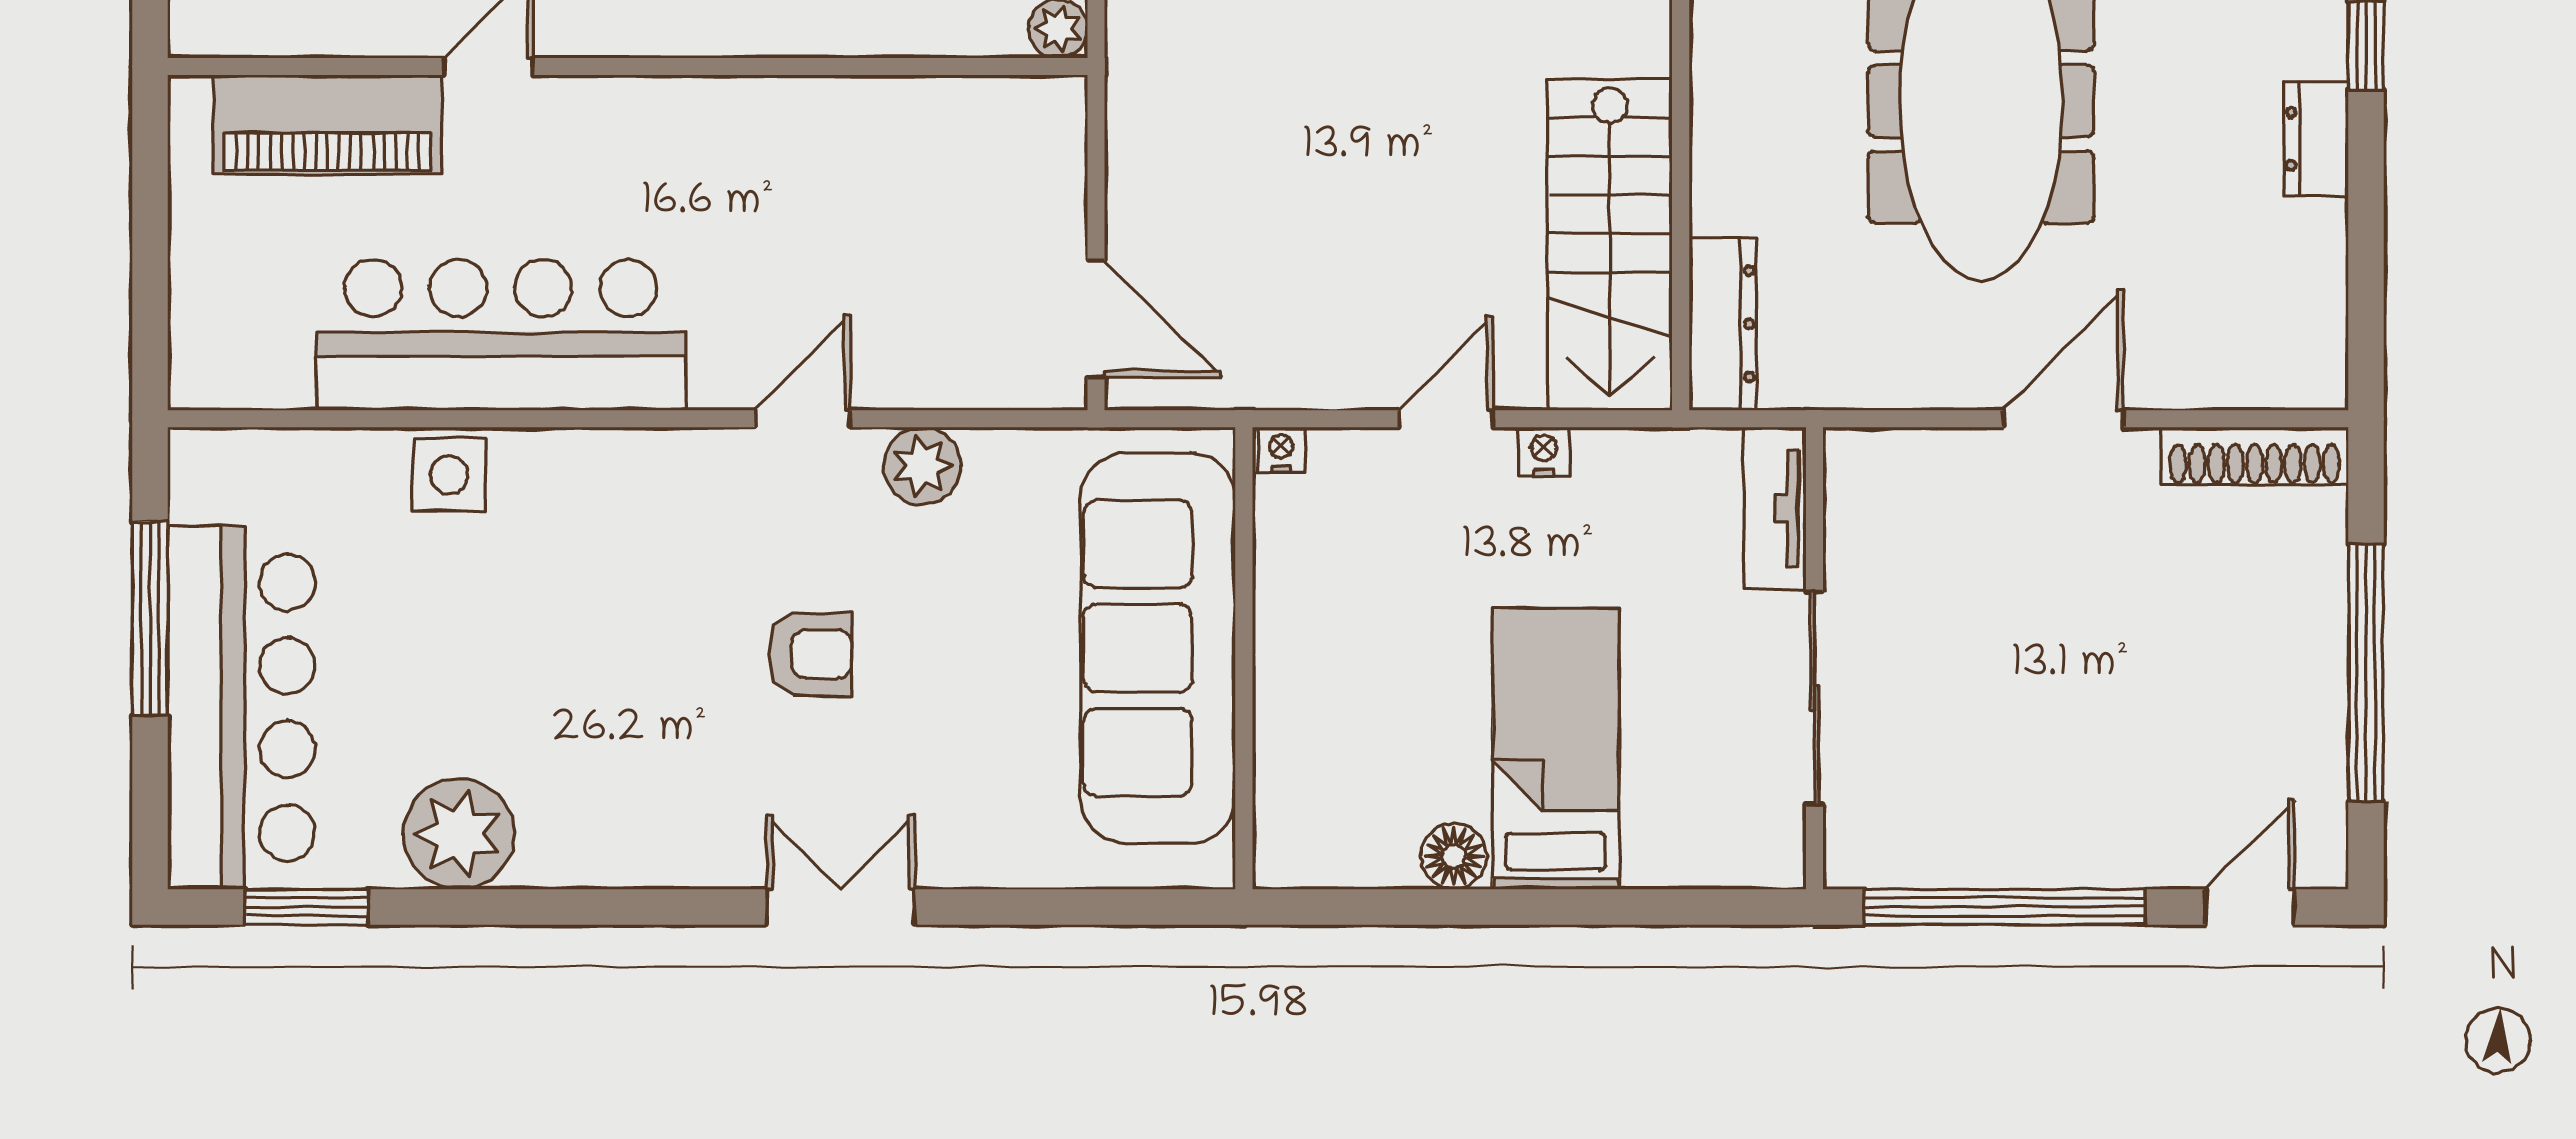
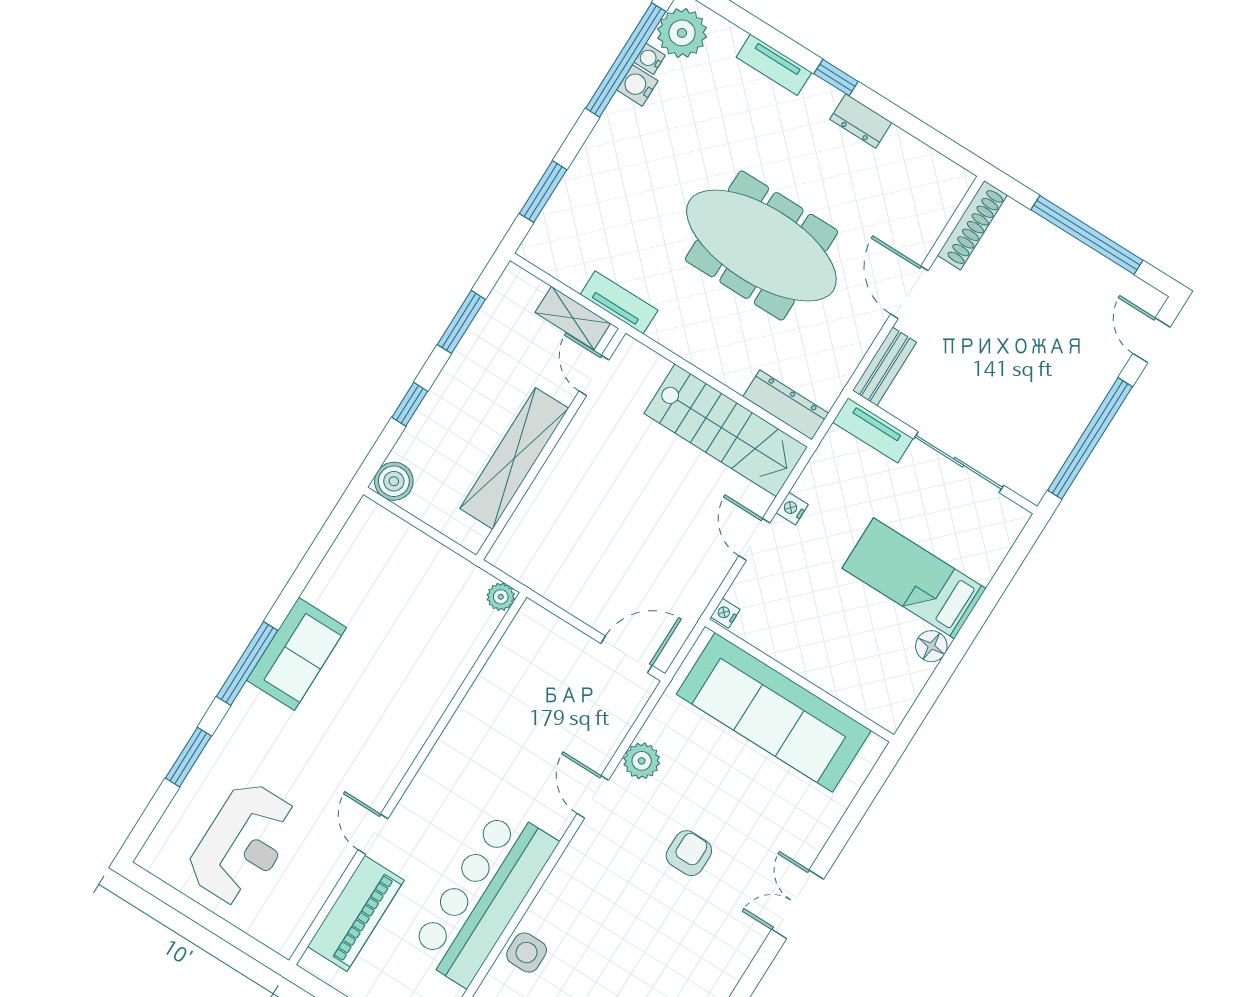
bench: (1903, 458) -> (885, 366), added

